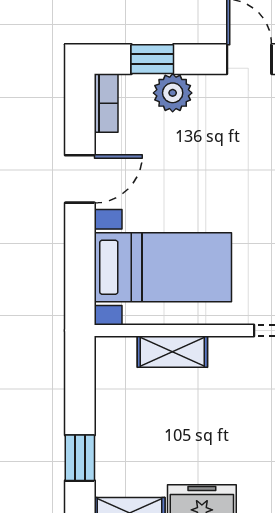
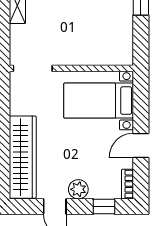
plant: (173, 93) -> (78, 189), moved
shelving: (172, 352) -> (94, 58), removed

